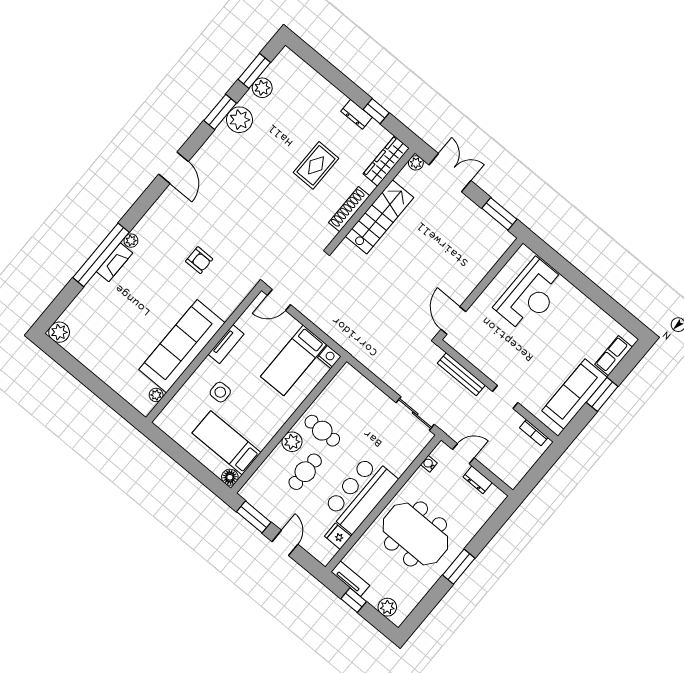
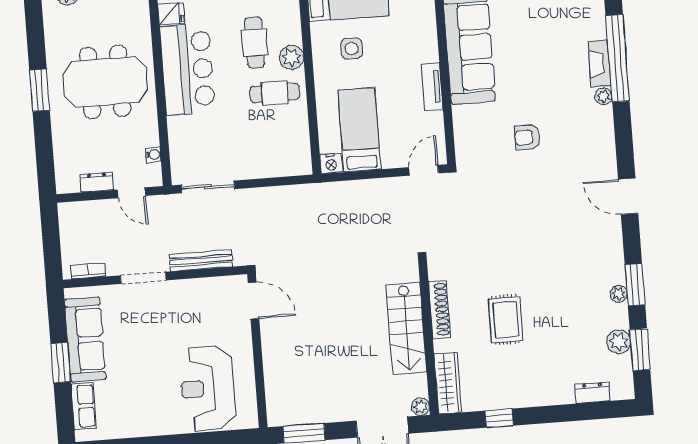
dresser: (357, 114) -> (593, 393), moved
plant: (240, 120) -> (619, 294), width x0.53, depth x0.53
side table: (220, 392) -> (352, 48), moved
doorway: (505, 397) -> (143, 278), width x1.38
door: (463, 454) -> (132, 193), hinge flipped

